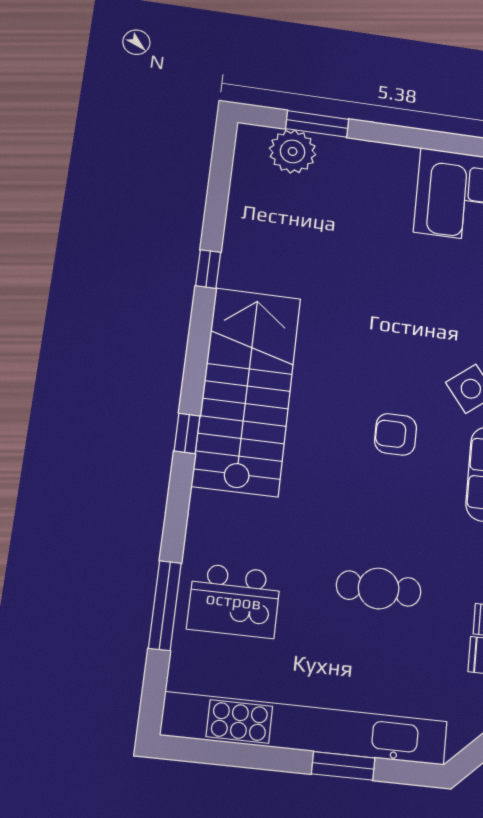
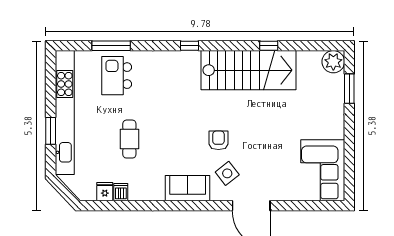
plant: (293, 151) -> (333, 62), moved
stairs: (247, 391) -> (248, 70), moved
armchair: (396, 434) -> (218, 140), moved

